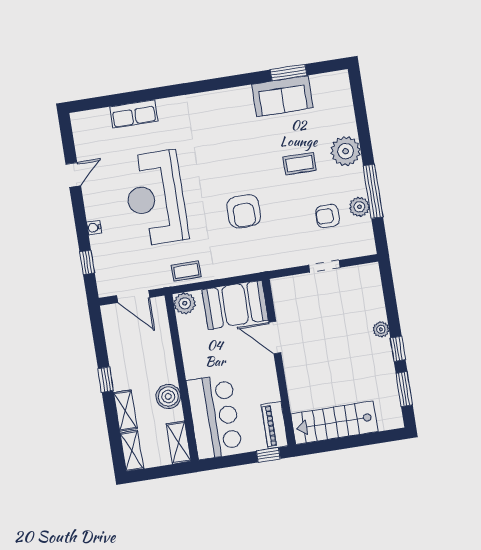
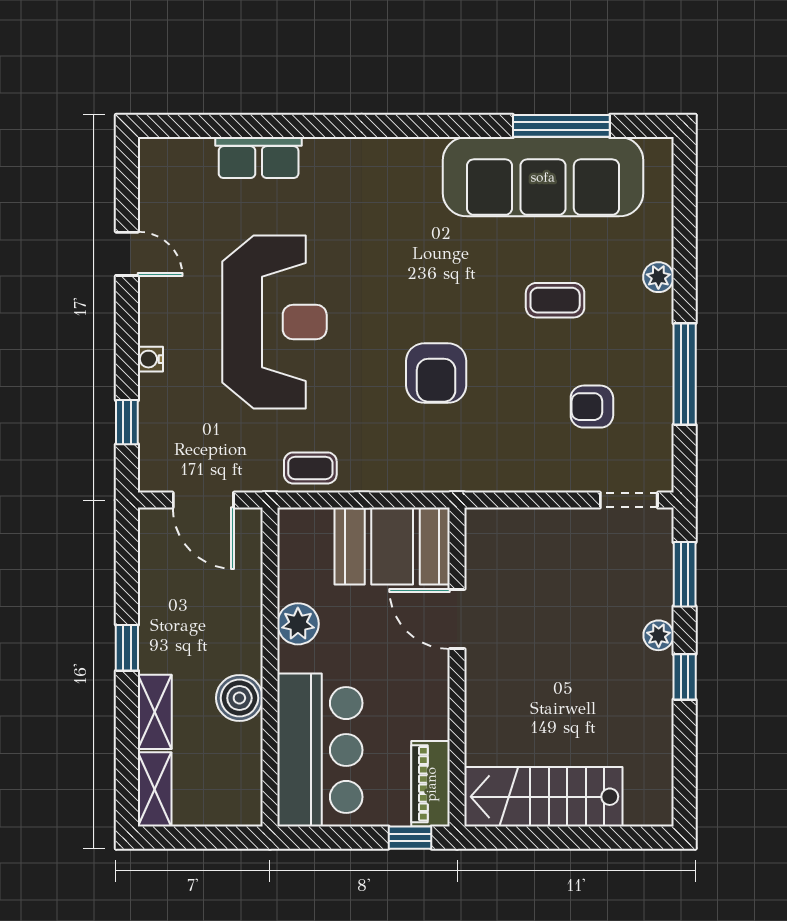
window: (289, 73) -> (561, 126), width x1.44
sofa: (282, 96) -> (543, 177), width x1.85, depth x1.27
plant: (346, 151) -> (658, 277), width x0.53, depth x0.53
door: (73, 175) -> (127, 254), hinge flipped
reception desk: (155, 198) -> (274, 322), turned 180
plant: (359, 207) -> (655, 399), removed
doorway: (324, 266) -> (629, 500), moved
plant: (185, 303) -> (298, 624), moved
window: (404, 389) -> (685, 574), moved
shelving: (179, 442) -> (245, 788), removed

